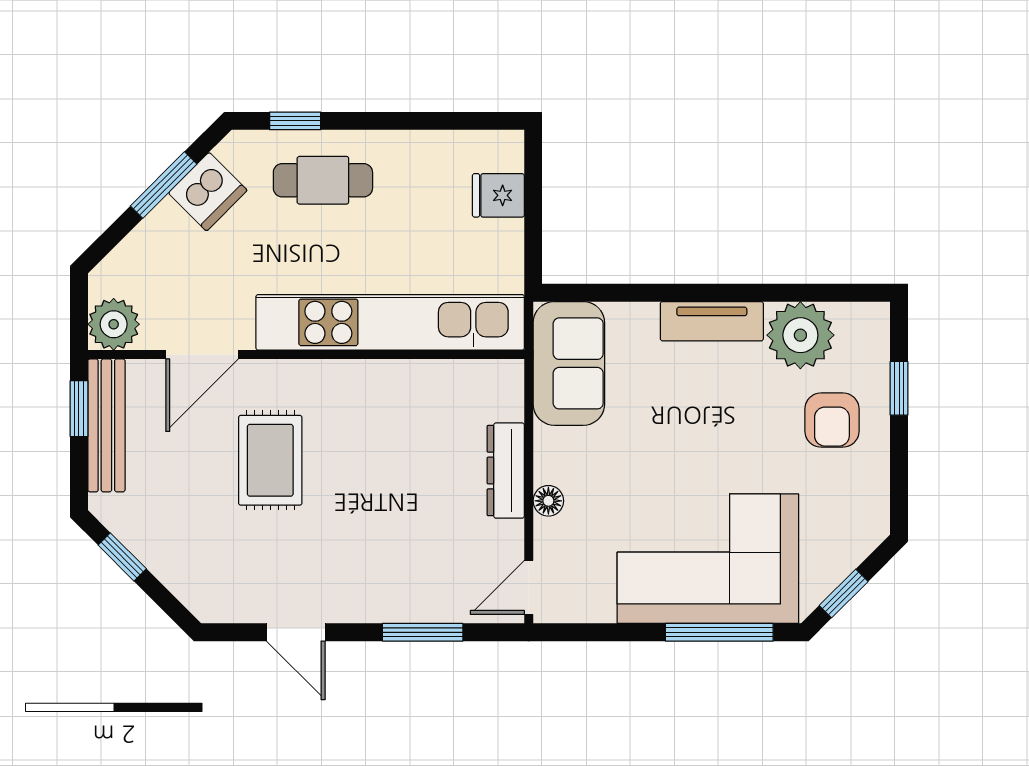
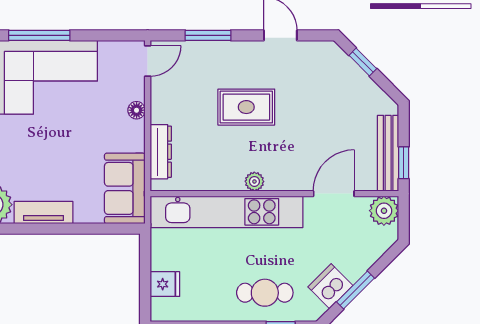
plant: (341, 376) -> (254, 181), added
rug: (270, 460) -> (246, 107), moved, turned 90
dresser: (506, 471) -> (161, 152), moved
window: (122, 557) -> (363, 62), moved

